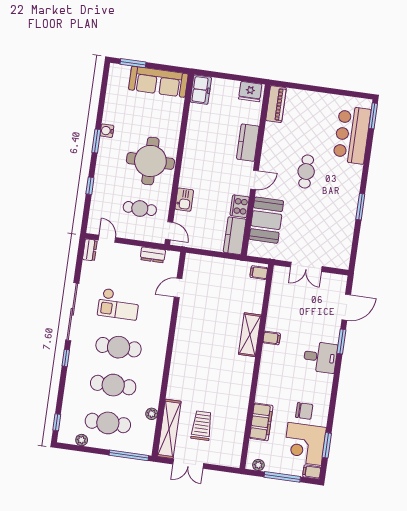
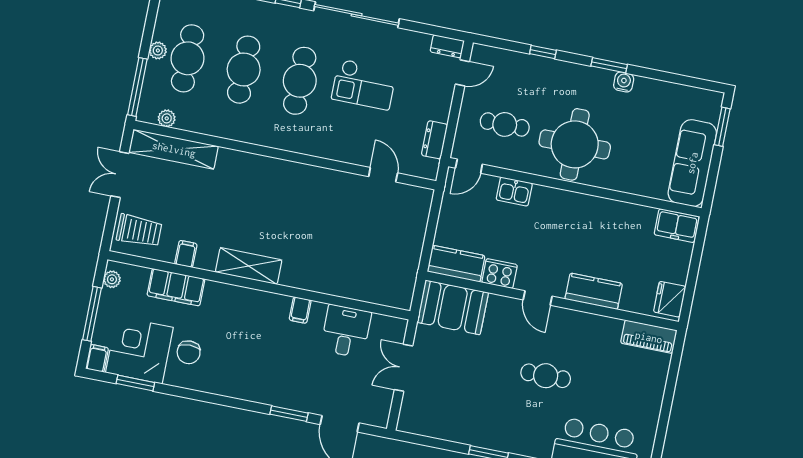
cafe table: (140, 209) -> (505, 124), turned 90
booth: (266, 220) -> (453, 307), moved
filing cabinet: (259, 273) -> (186, 254), moved
checkout: (119, 304) -> (364, 84), turned -90
shelving: (250, 335) -> (249, 266), moved
desk: (320, 357) -> (346, 331), moved, turned 180
plant: (152, 414) -> (167, 118), moved
trolley: (202, 426) -> (139, 231), moved
plant: (82, 440) -> (158, 50), moved

